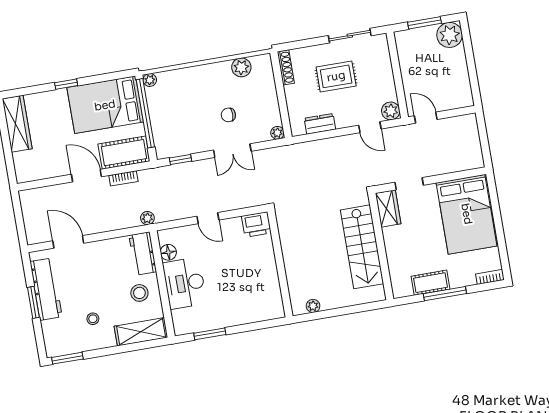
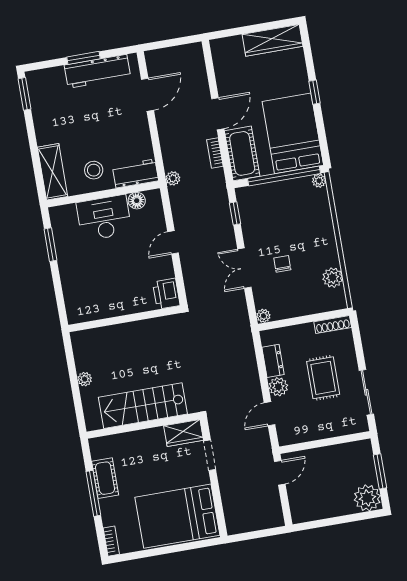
plant: (391, 111) -> (278, 387), moved
plant: (313, 306) -> (85, 379), moved
stool: (93, 319) -> (66, 121), removed

